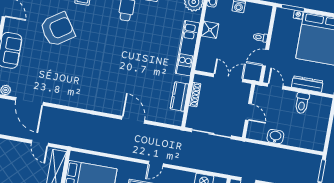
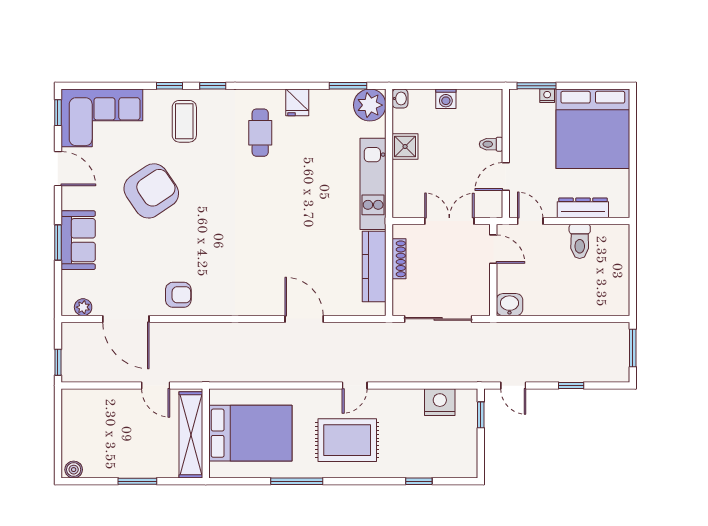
armchair: (62, 93) -> (178, 295), added
kitchen counter: (180, 96) -> (374, 266), width x1.50
door: (248, 112) -> (493, 249), moved
washbasin: (275, 136) -> (509, 305), moved

